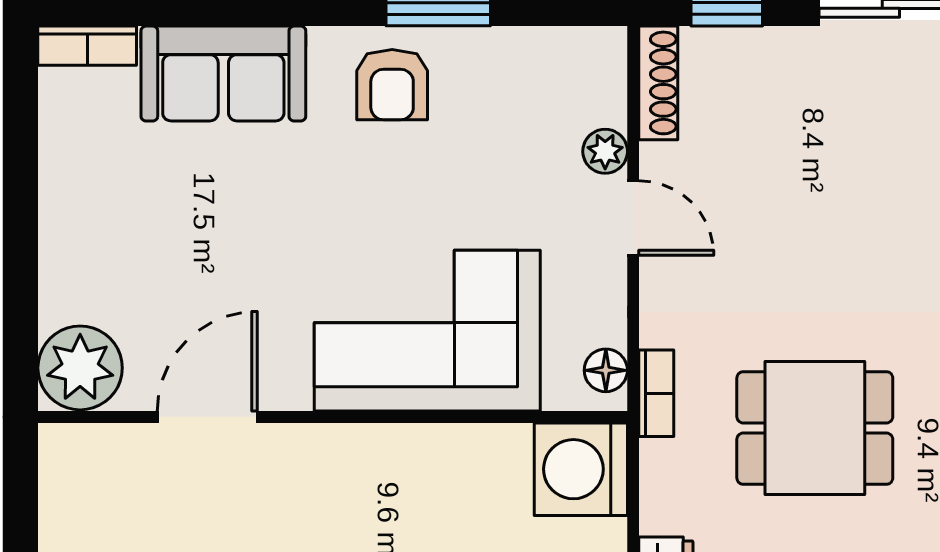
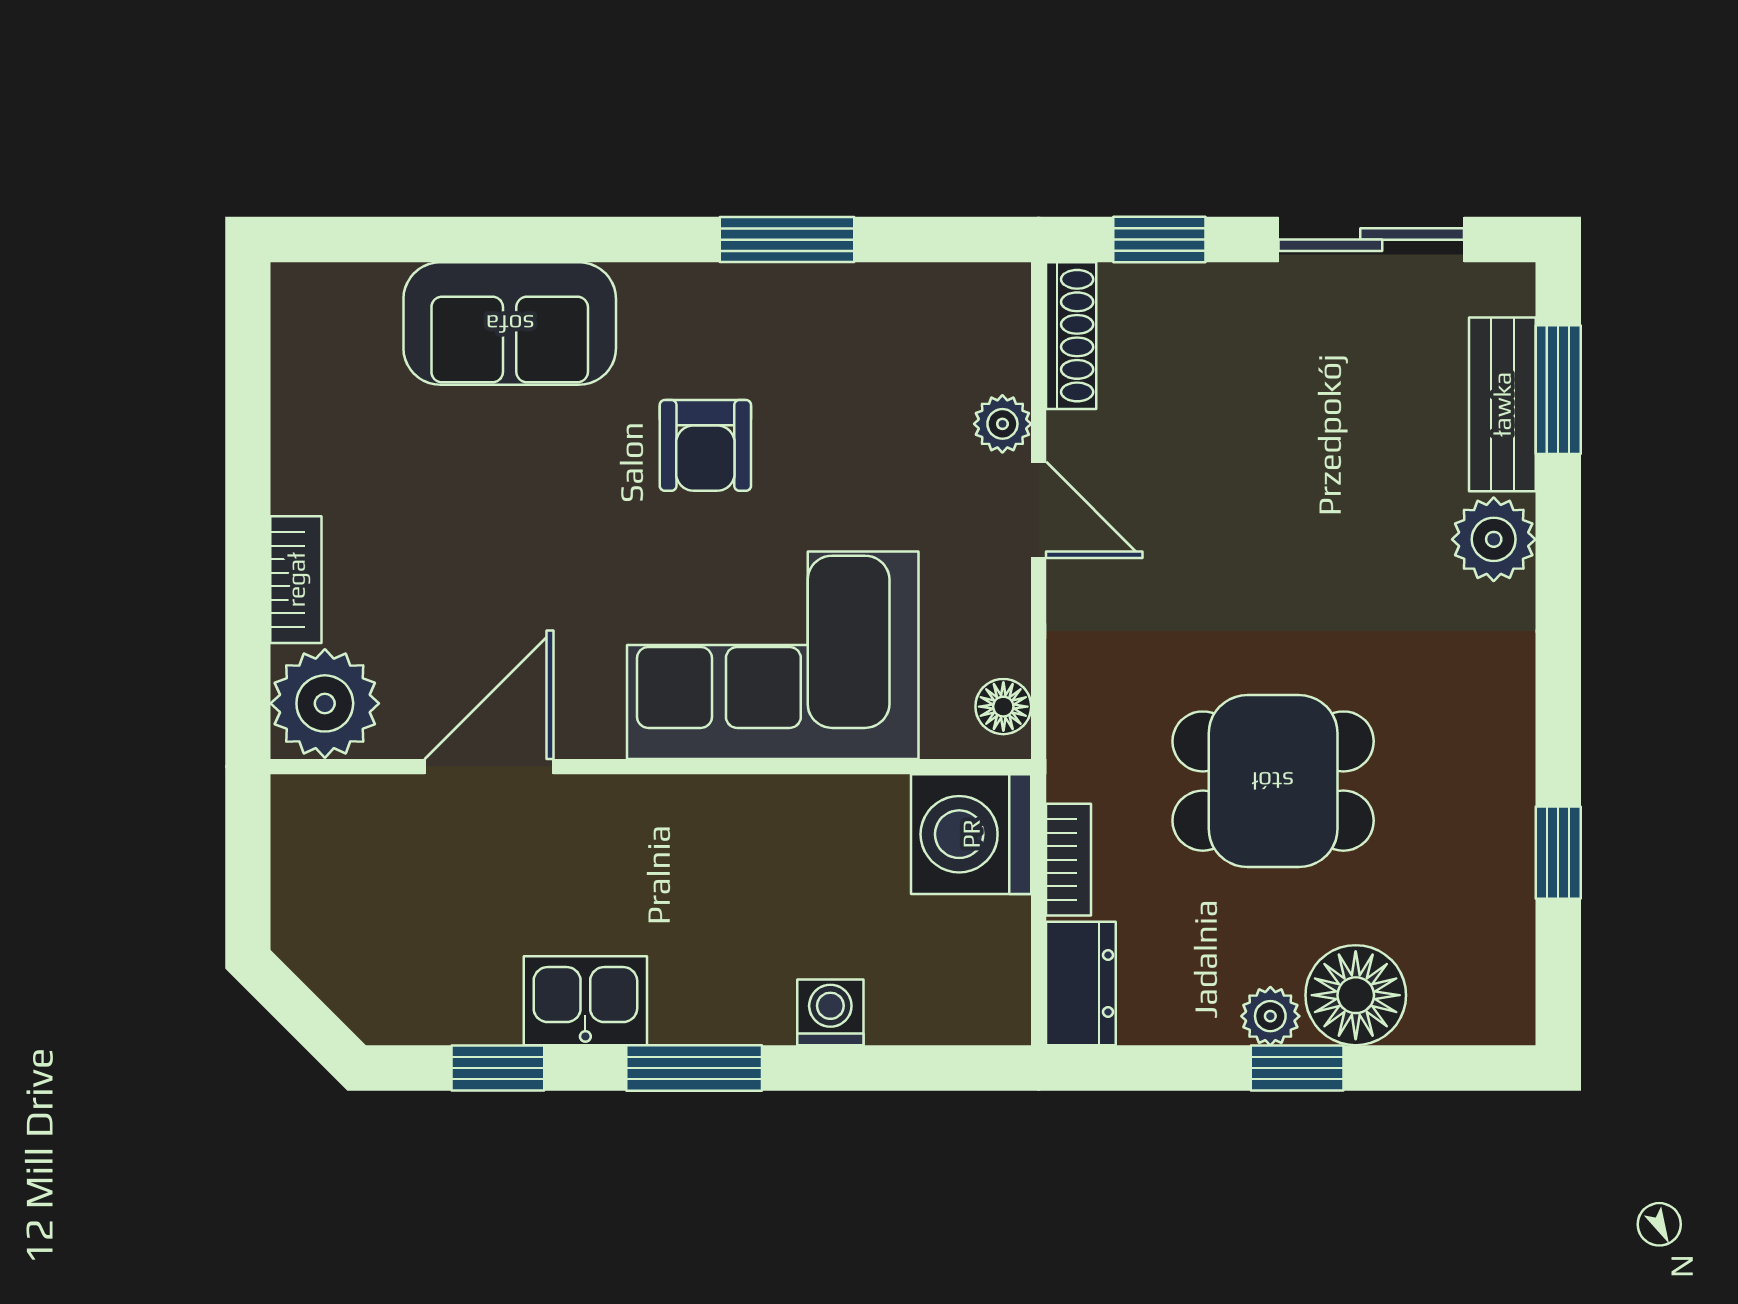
bookcase: (87, 46) -> (296, 580), moved, turned -90
armchair: (392, 85) -> (705, 445), moved
bookcase: (656, 393) -> (1069, 860), moved

